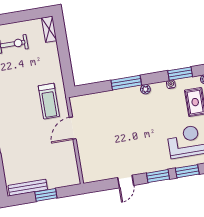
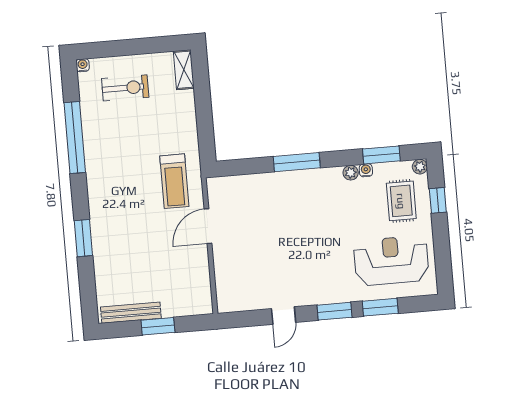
plant: (145, 89) -> (351, 173), moved

